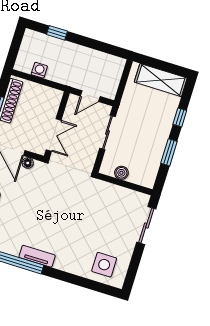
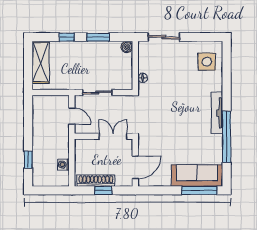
floor lamp: (28, 163) -> (143, 78), moved
boiler: (121, 173) -> (127, 47), moved
tv unit: (37, 256) -> (217, 113), width x1.41

